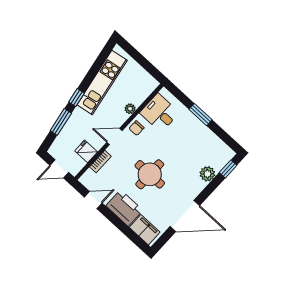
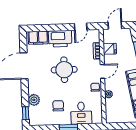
desk: (159, 113) -> (81, 113), moved, turned 90
chair: (190, 145) -> (58, 106), added

